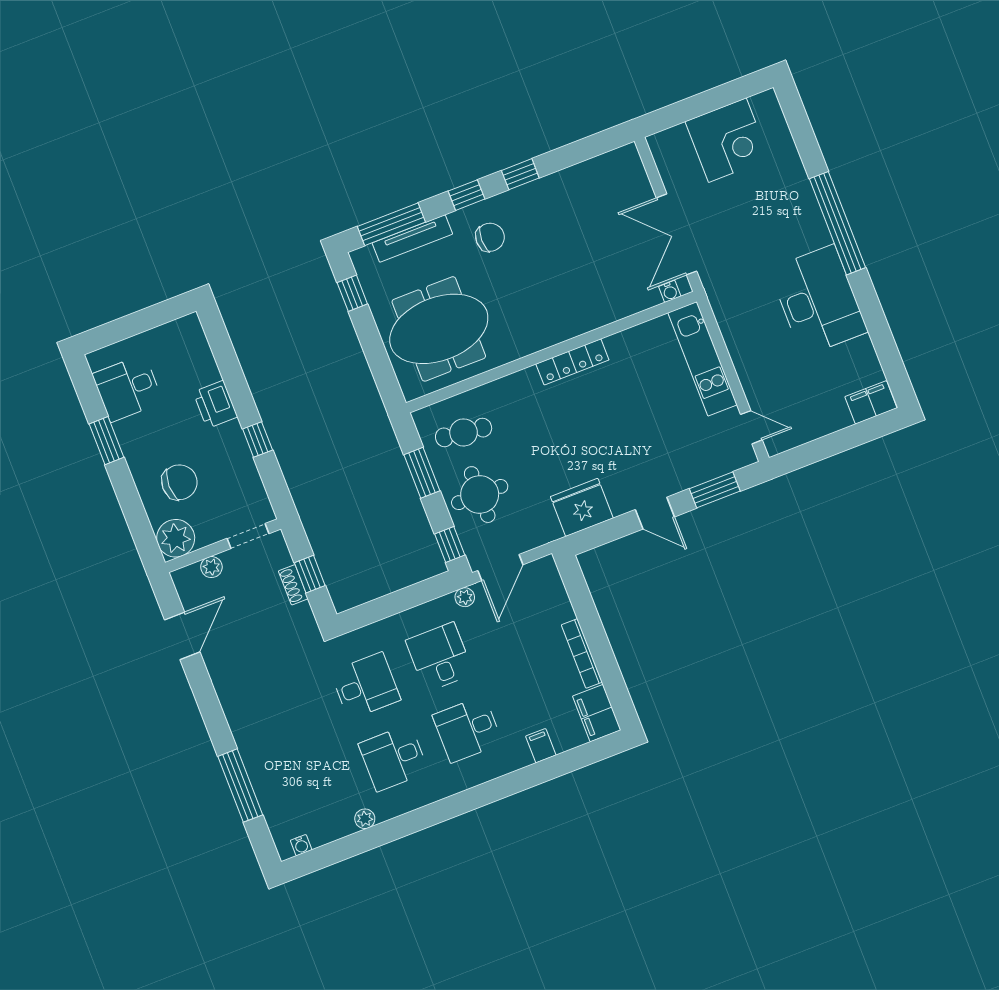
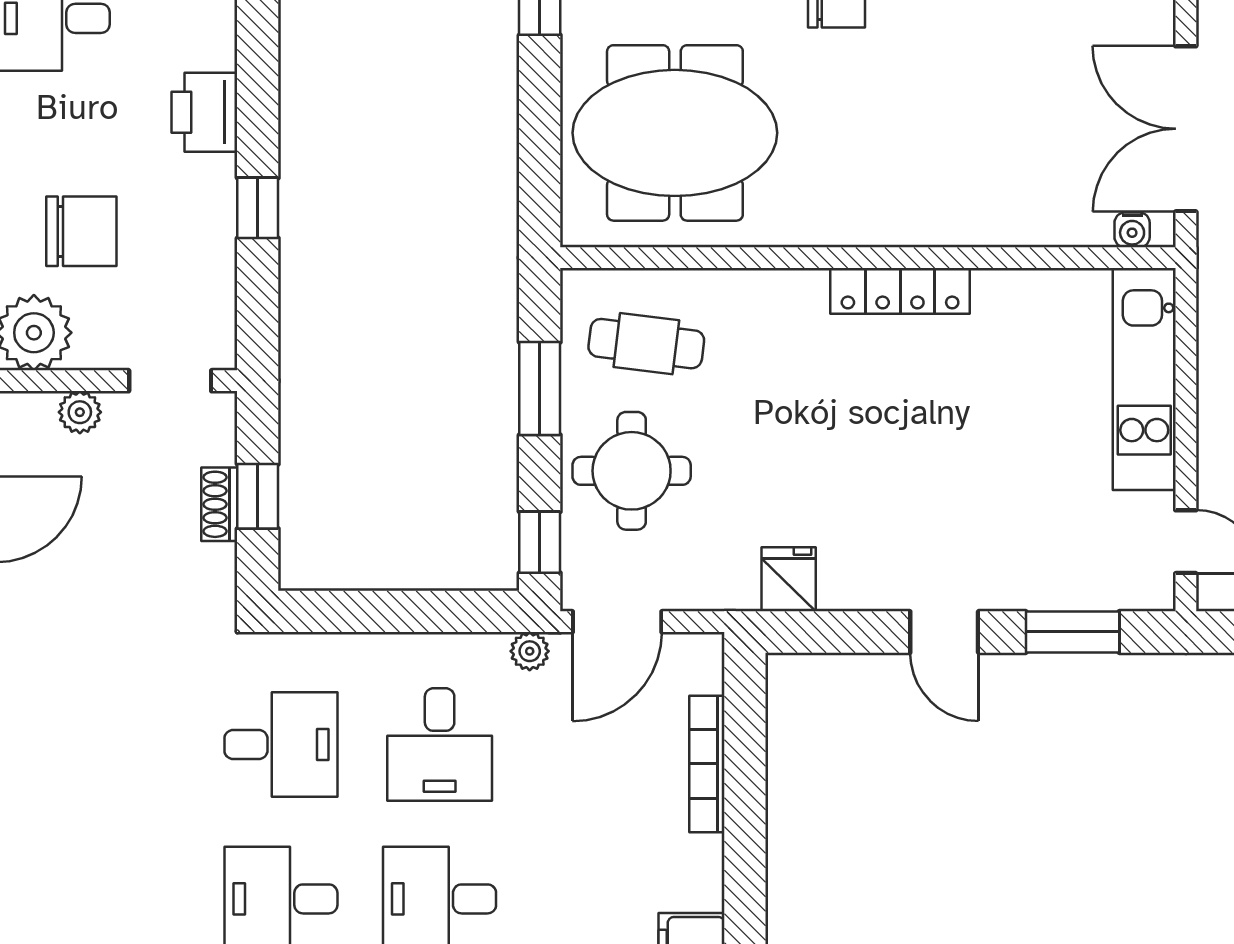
fridge: (582, 507) -> (789, 579), width x0.53, depth x0.75
bookcase: (582, 653) -> (707, 764), moved
desk: (440, 657) -> (440, 745), turned 180

